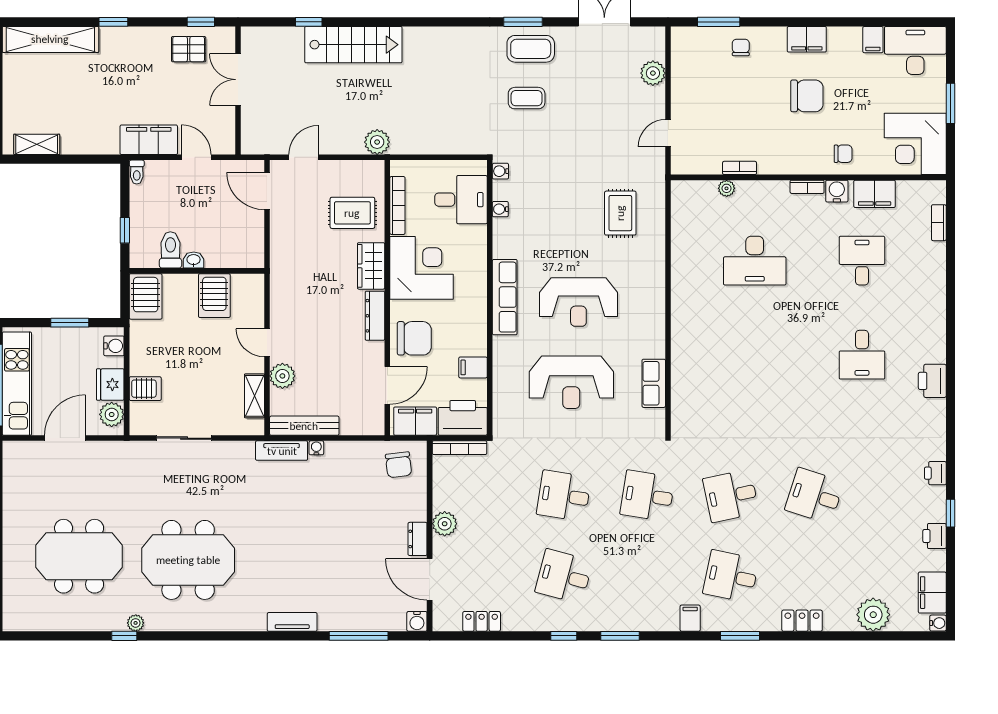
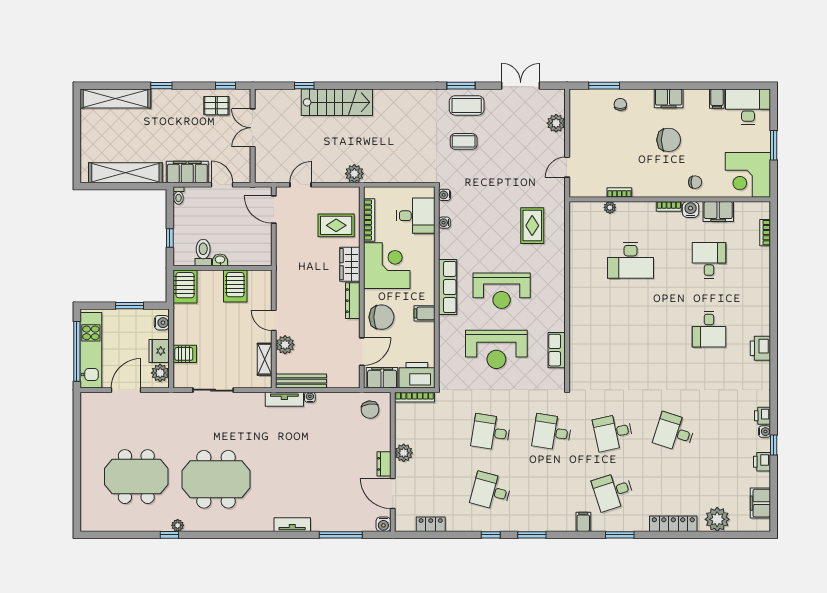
shelving: (37, 144) -> (125, 173), width x2.20, depth x1.33
filing cabinet: (473, 367) -> (424, 313), moved
desk: (731, 576) -> (613, 491), turned -30
locker: (802, 621) -> (673, 524), width x1.53
water cooler: (938, 623) -> (765, 432), moved

